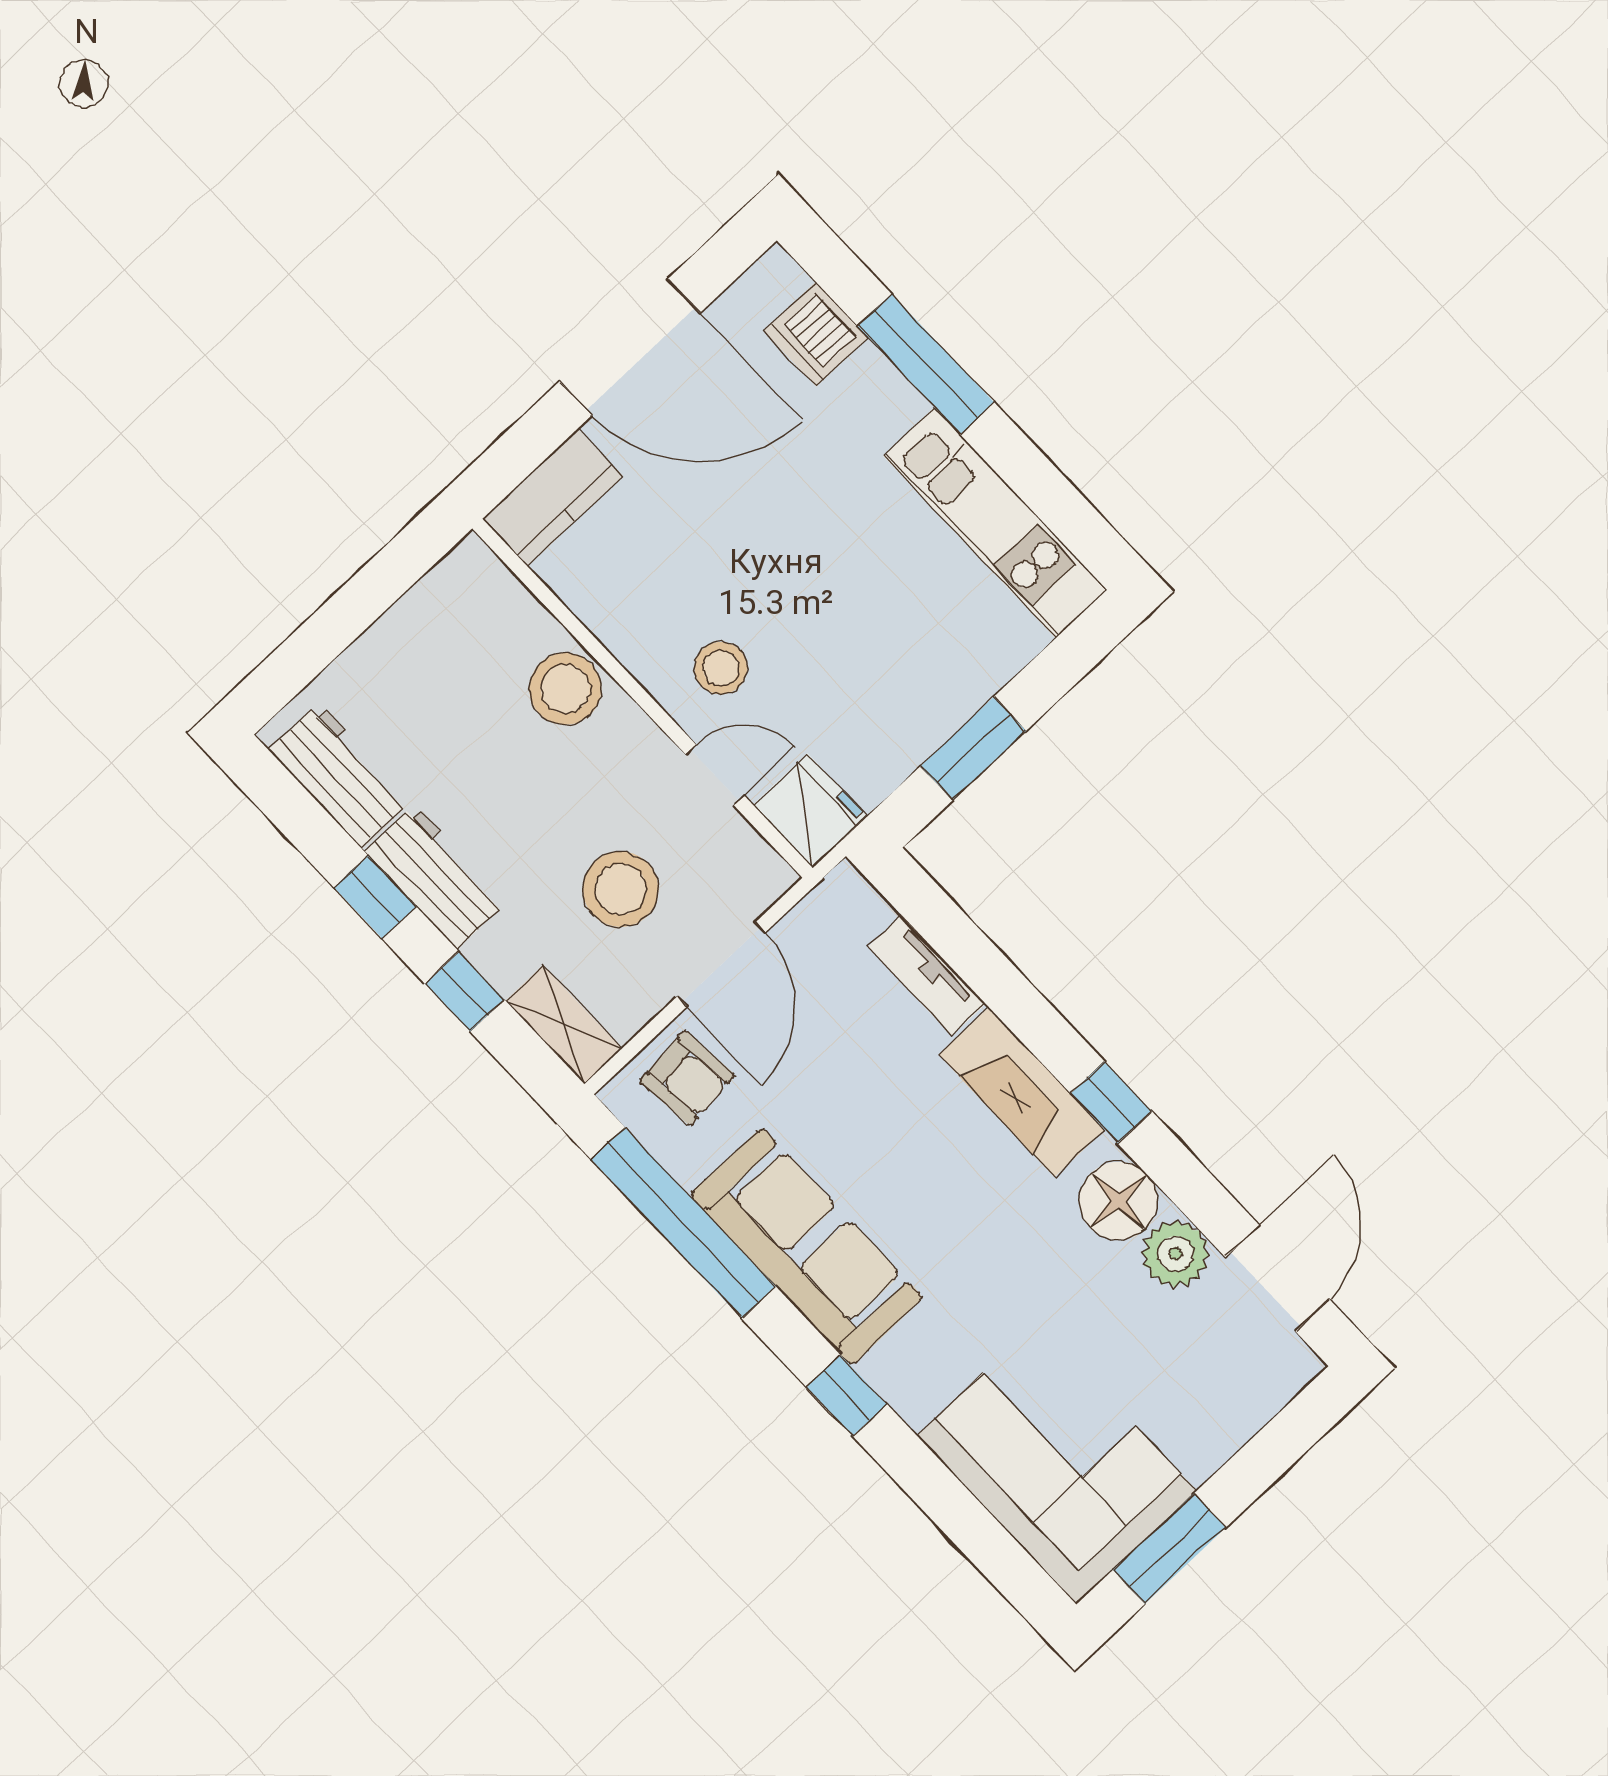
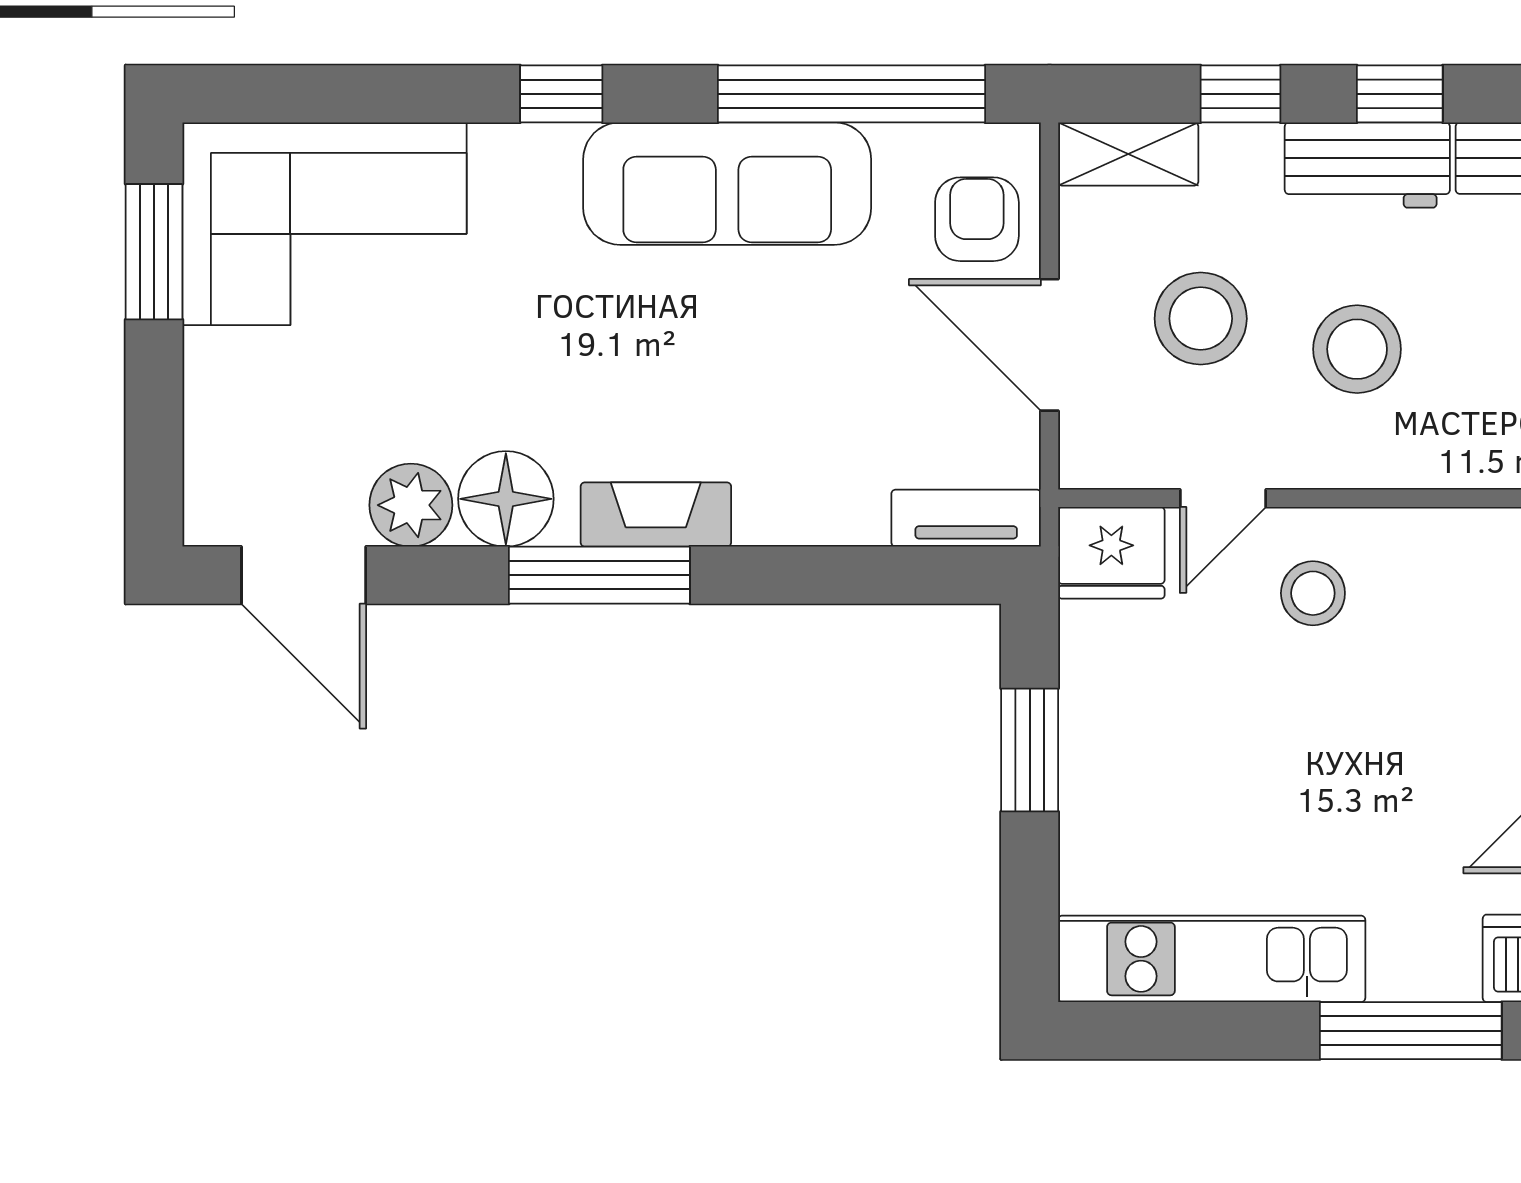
stool: (565, 689) -> (1357, 349), moved
tv unit: (927, 975) -> (966, 518), moved
armchair: (687, 1078) -> (977, 219), turned 95
fireplace: (1022, 1092) -> (656, 514), width x0.73, depth x0.76
window: (1111, 1102) -> (599, 575), width x2.17

